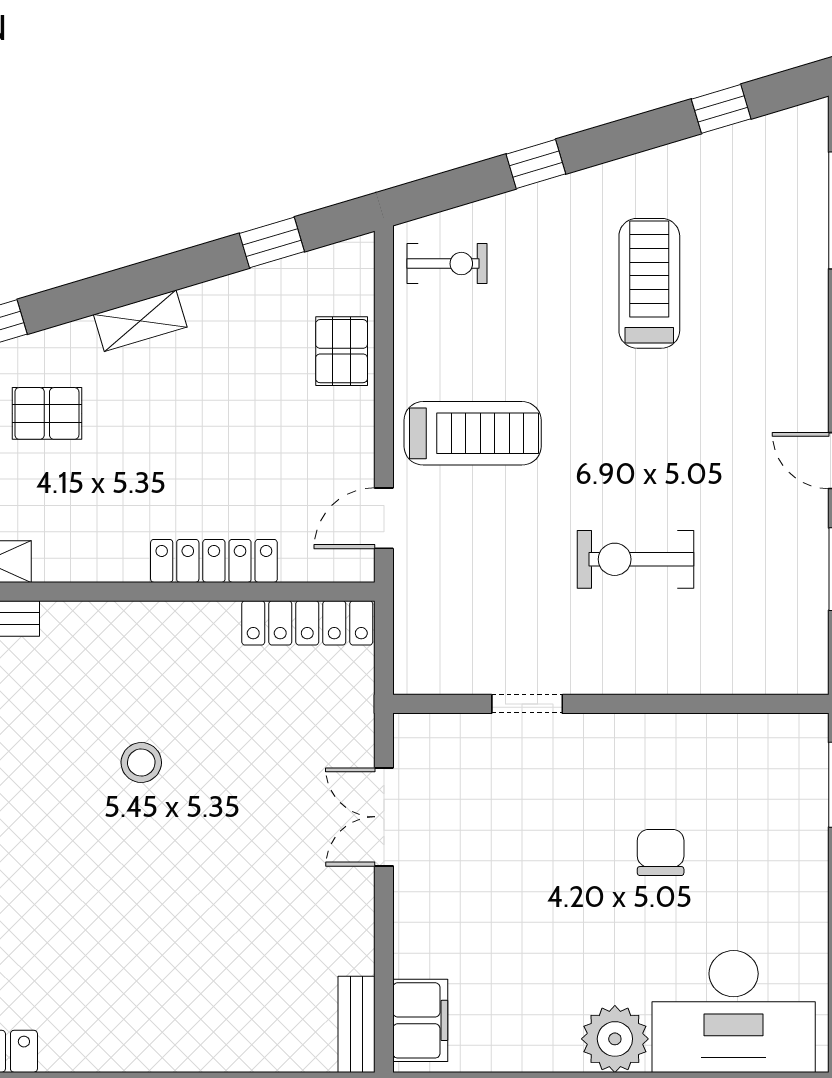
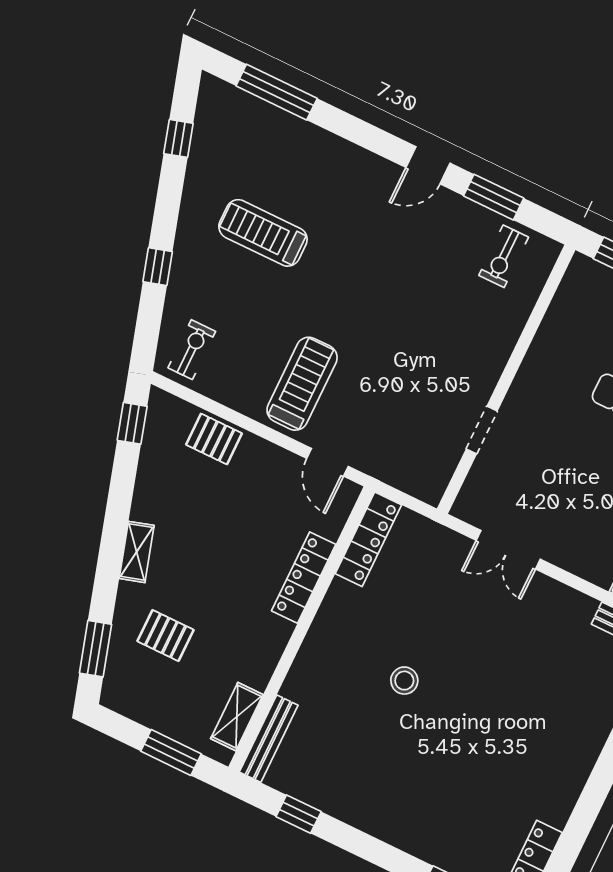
window: (272, 243) -> (132, 423), moved
pallet: (47, 413) -> (165, 636), turned 90
exercise bike: (636, 559) -> (504, 256), moved, width x0.73, depth x0.72

